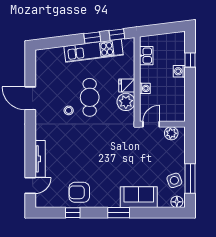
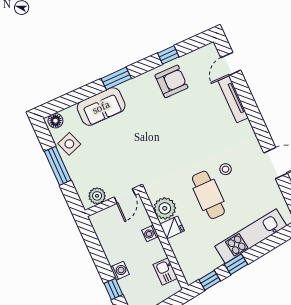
kitchen unit: (94, 51) -> (251, 236), moved
window: (190, 178) -> (58, 166), moved

